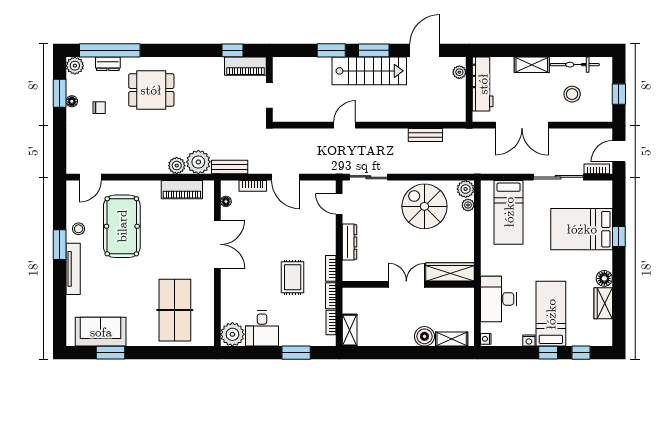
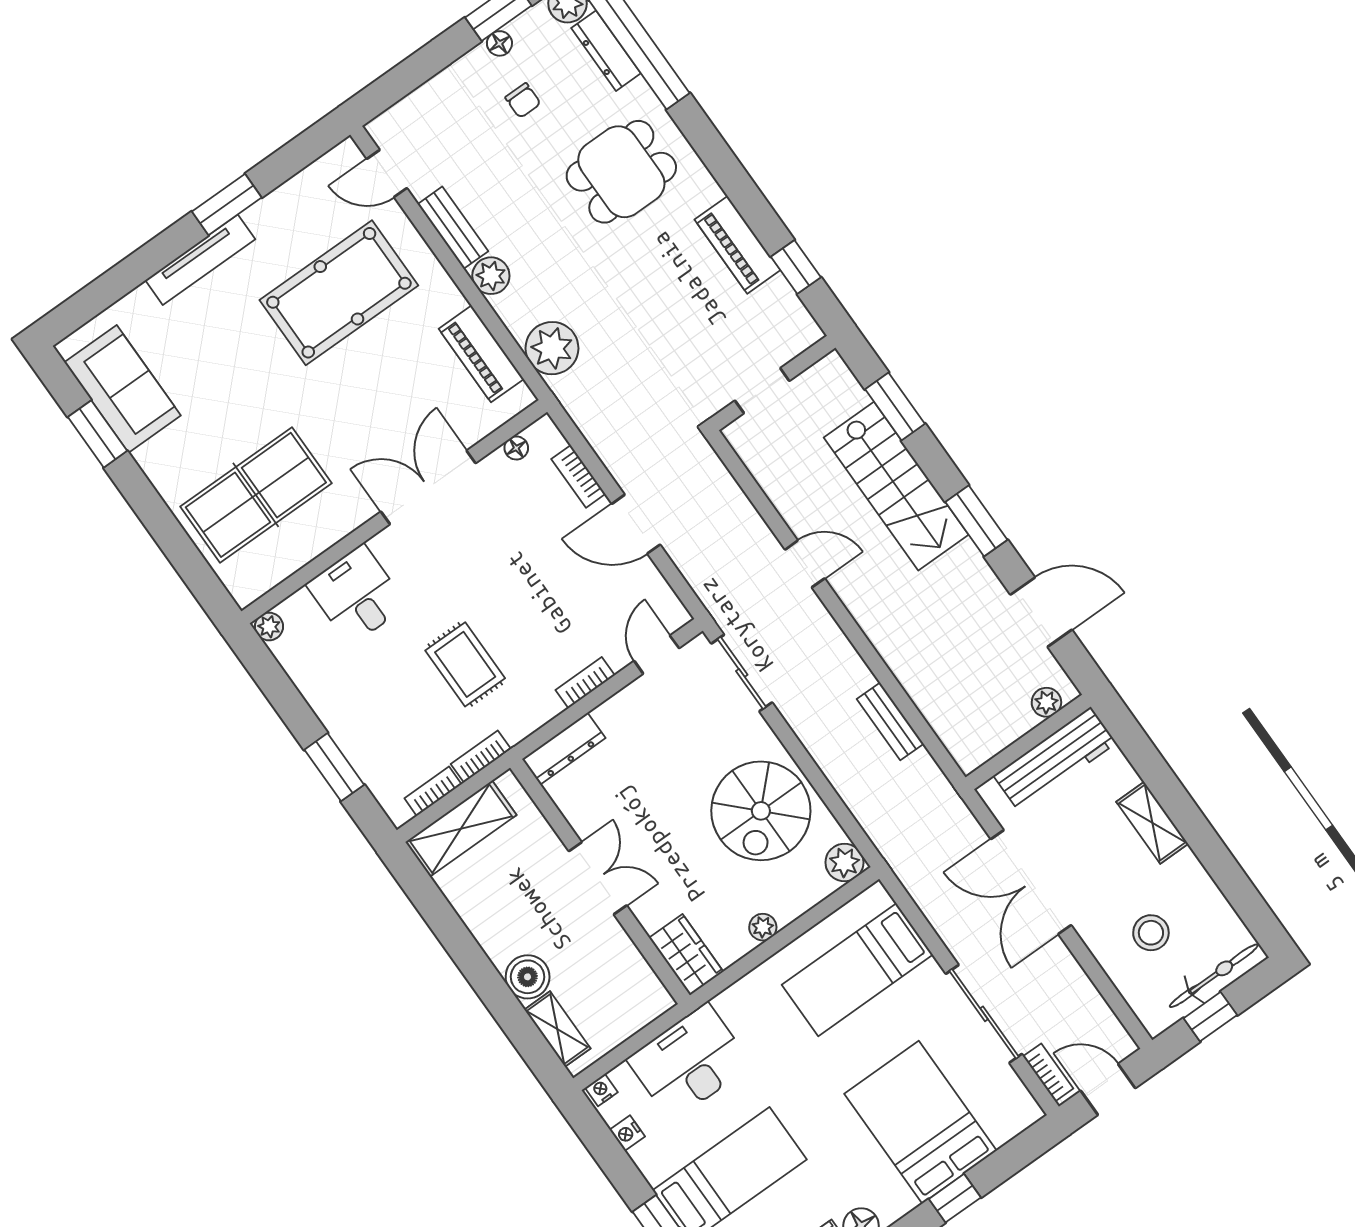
window: (331, 50) -> (895, 406), moved
dresser: (108, 64) -> (606, 51), width x1.44
bicycle: (575, 65) -> (1214, 976), moved, turned 90
piano: (245, 66) -> (738, 245), moved
stairs: (369, 71) -> (896, 486), moved
dining table: (151, 90) -> (621, 172), turned 90
plant: (177, 166) -> (491, 276), moved
bench: (230, 167) -> (453, 228), moved
door: (286, 177) -> (636, 524), hinge flipped
plant: (468, 205) -> (763, 927), moved
spiral stairs: (424, 206) -> (761, 811), turned 180
stool: (79, 229) -> (279, 218), removed
dresser: (350, 242) -> (564, 749), moved
double door: (217, 244) -> (428, 487), swing flipped
bookcase: (331, 268) -> (585, 683), moved
wardrobe: (450, 272) -> (686, 955), width x0.67
rug: (293, 277) -> (465, 664), turned 90
desk: (262, 329) -> (357, 595), moved, turned 90
shelving: (350, 330) -> (461, 829), width x1.50, depth x1.33
plant: (232, 334) -> (269, 626), width x0.53, depth x0.53
nightstand: (529, 341) -> (627, 1133), moved

